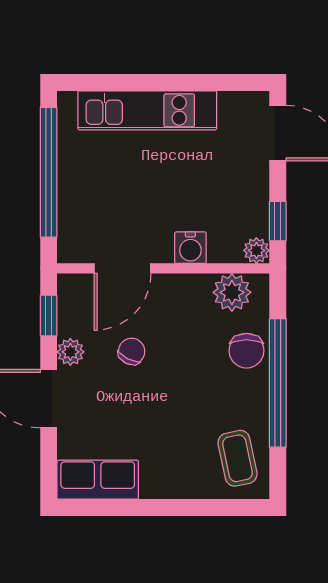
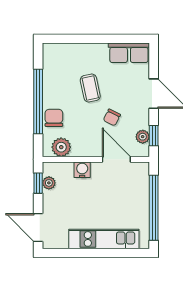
plant: (256, 250) -> (49, 183), moved
door: (123, 268) -> (116, 159), hinge flipped
plant: (70, 352) -> (143, 137), moved
coffee table: (237, 458) -> (90, 88), moved

